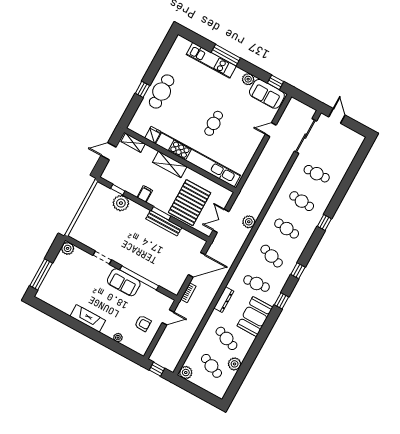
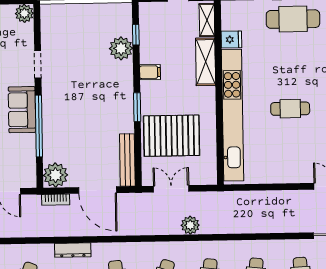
shelving: (170, 164) -> (206, 62), moved
bench: (164, 223) -> (127, 160), moved
plant: (174, 285) -> (55, 175), added

